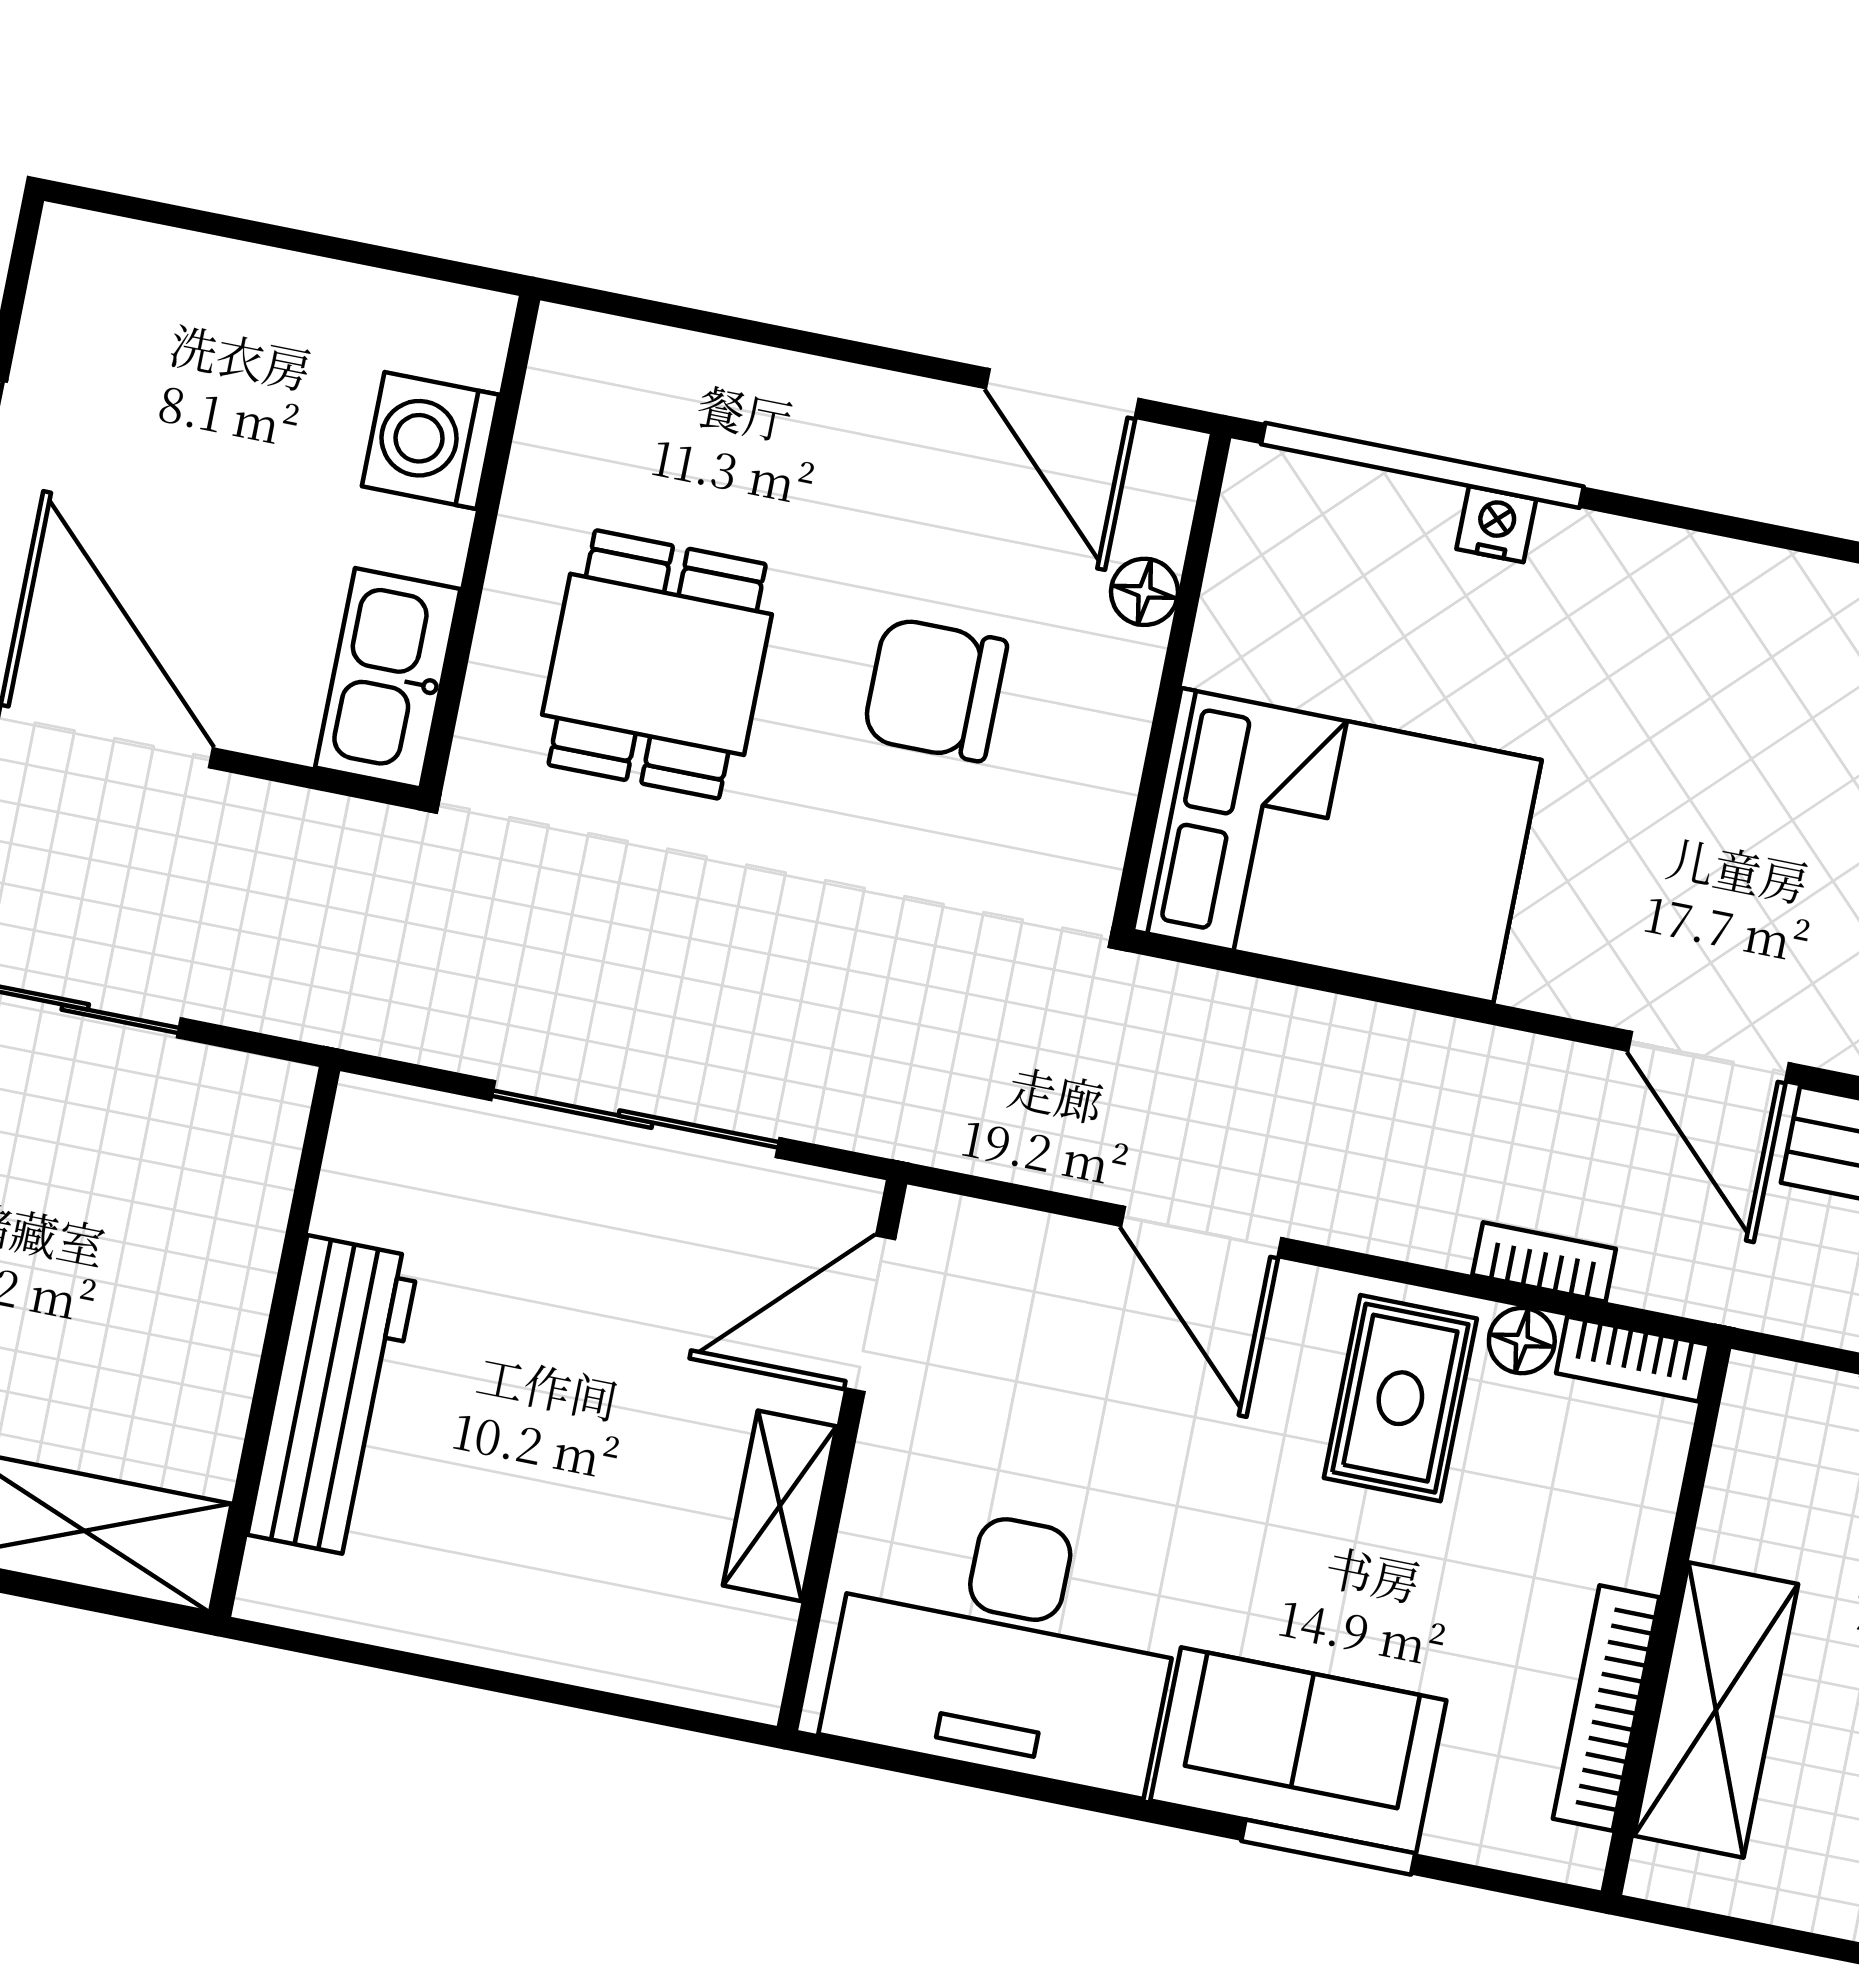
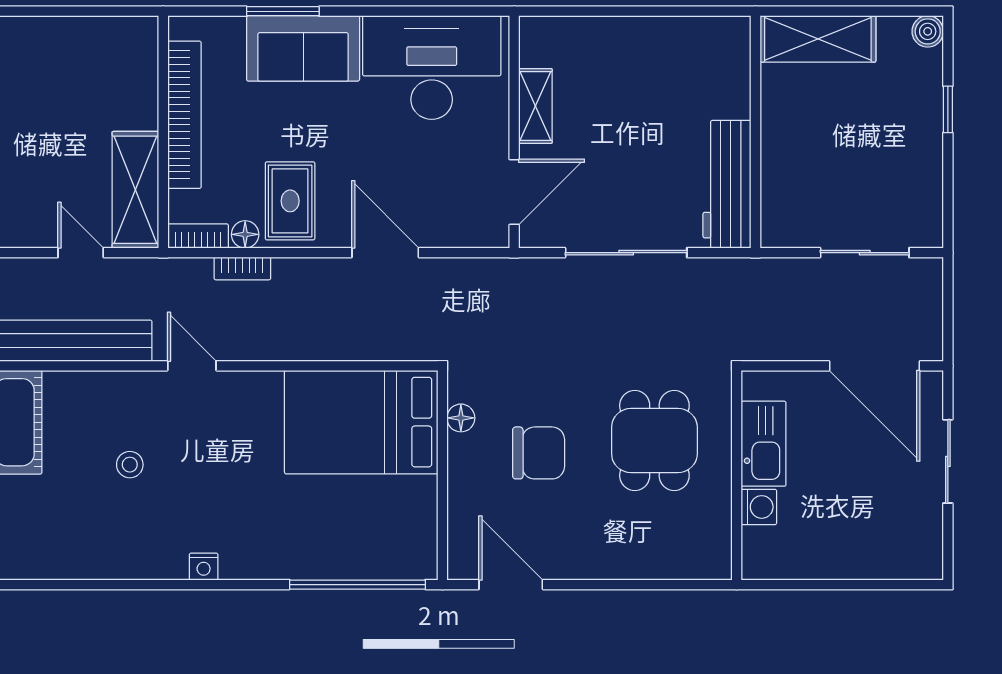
washing machine: (430, 441) -> (759, 507), width x0.73, depth x0.73
nightstand: (1496, 524) -> (204, 567), moved
floor lamp: (1144, 592) -> (461, 418), moved
kitchen sink: (388, 678) -> (764, 444), moved
door: (1708, 1057) -> (192, 366), width x0.73
workbench: (334, 1396) -> (727, 184), moved
bookcase: (1606, 1708) -> (184, 115), width x1.48, depth x1.31
shelving: (1716, 1710) -> (135, 190), moved

